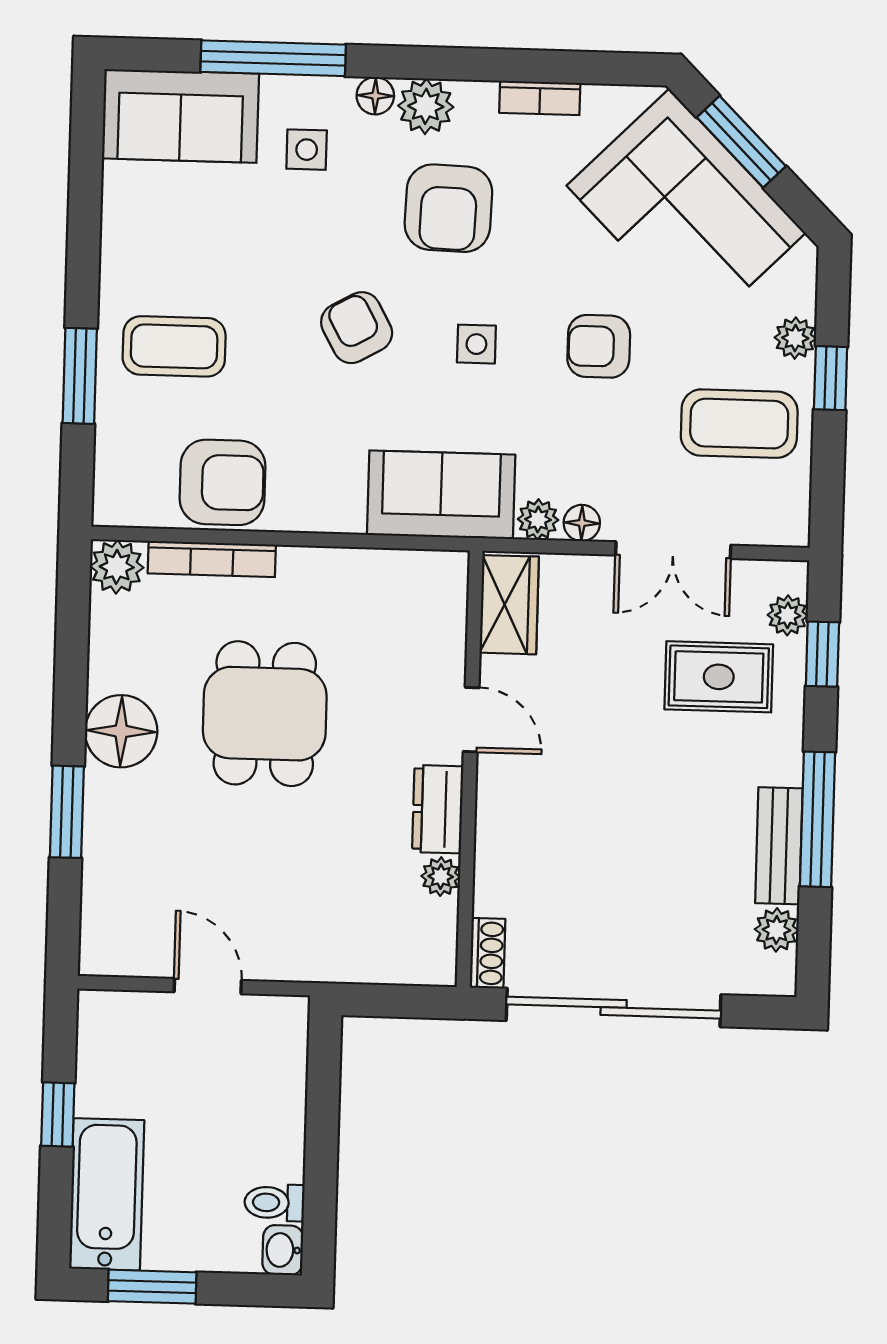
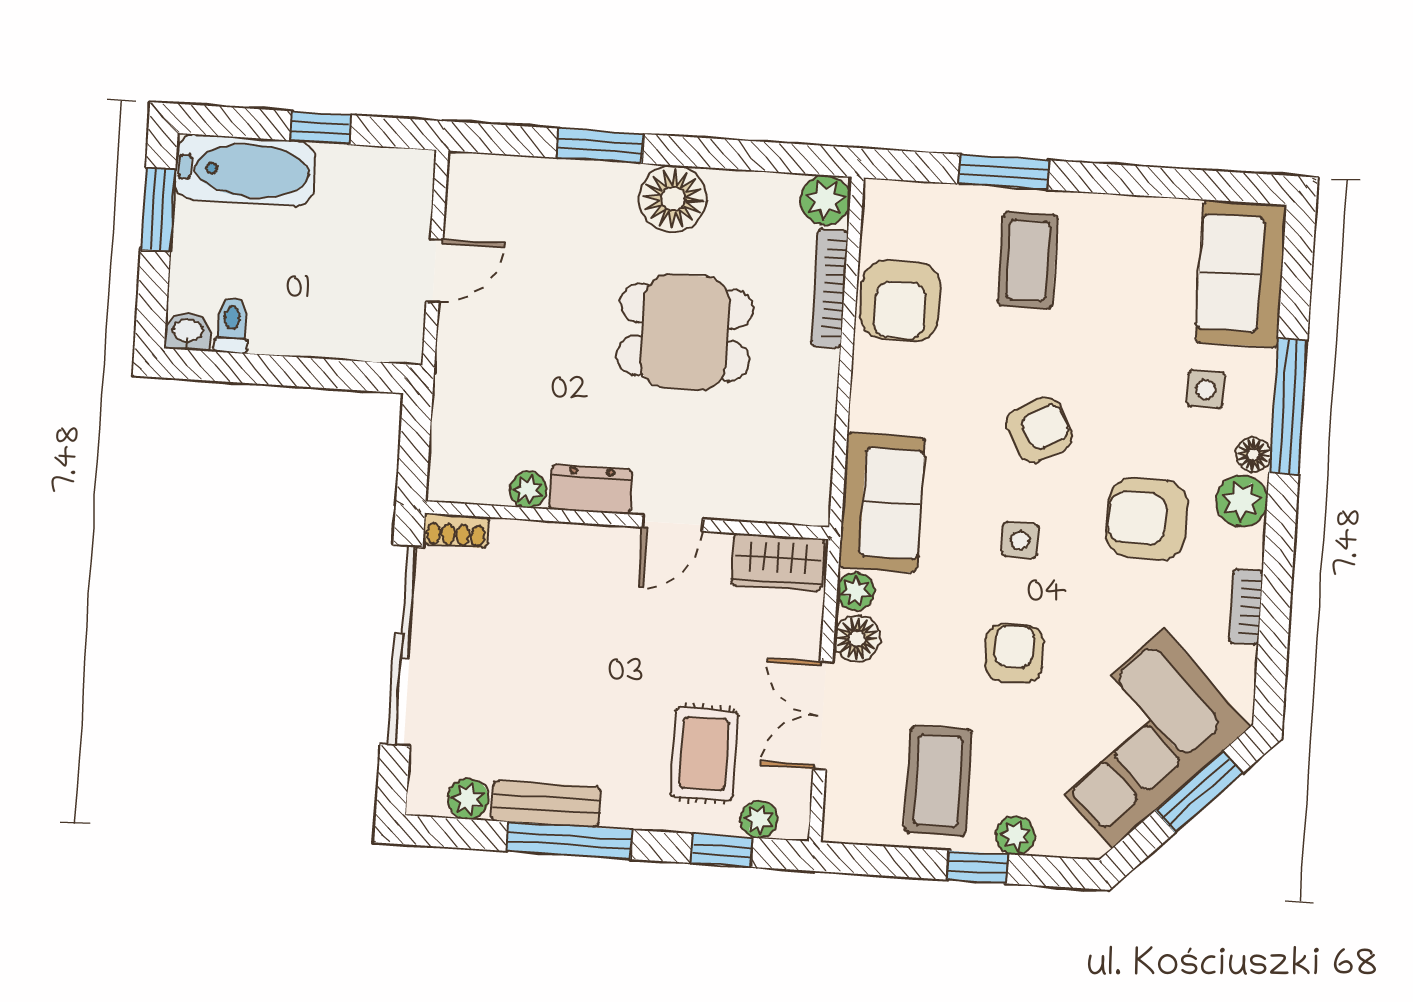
window: (273, 58) -> (1288, 407), moved
floor lamp: (582, 523) -> (857, 639), width x1.37, depth x1.37

